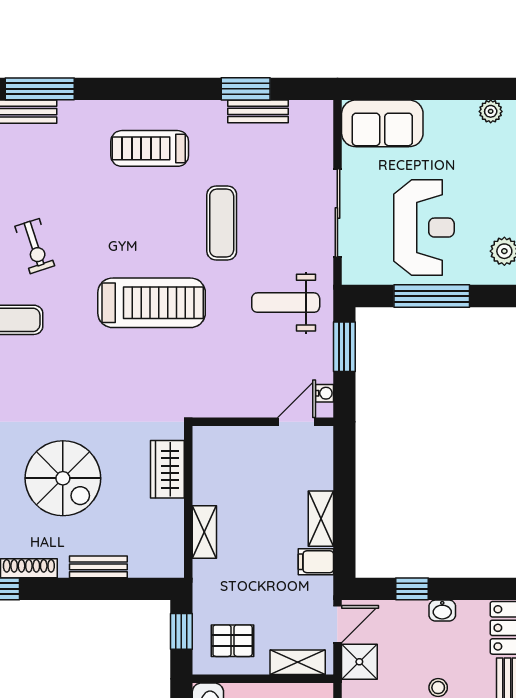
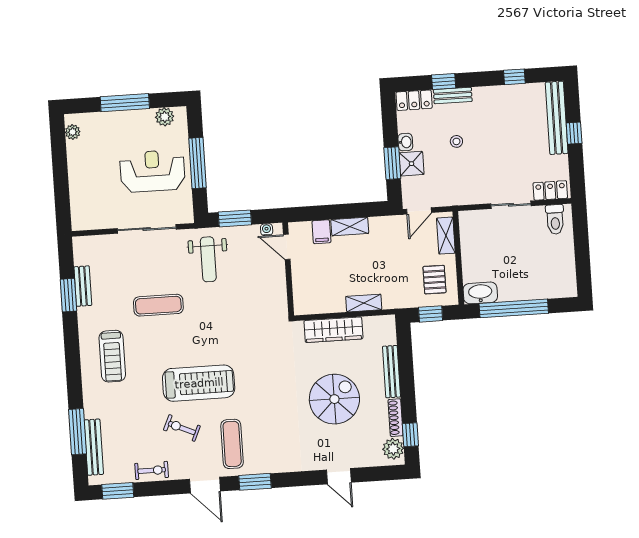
sofa: (382, 123) -> (85, 203), removed
exercise bike: (35, 246) -> (182, 428), turned -138
treadmill: (152, 303) -> (199, 383), moved, turned 90
wardrobe: (167, 469) -> (333, 330), width x1.50
filing cabinet: (316, 562) -> (321, 232), moved
bench: (98, 567) -> (392, 372), width x1.36
window: (412, 589) -> (392, 163), width x1.50
door: (337, 624) -> (419, 211), swing flipped
shower: (359, 662) -> (411, 164), moved

